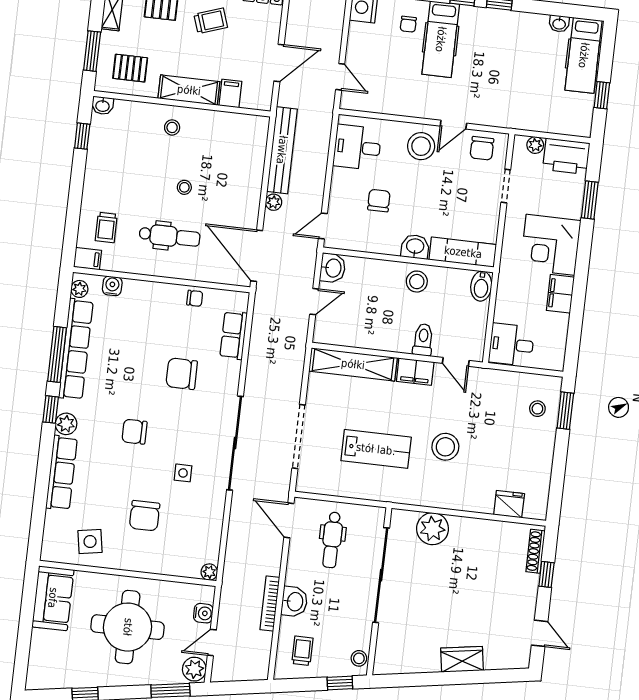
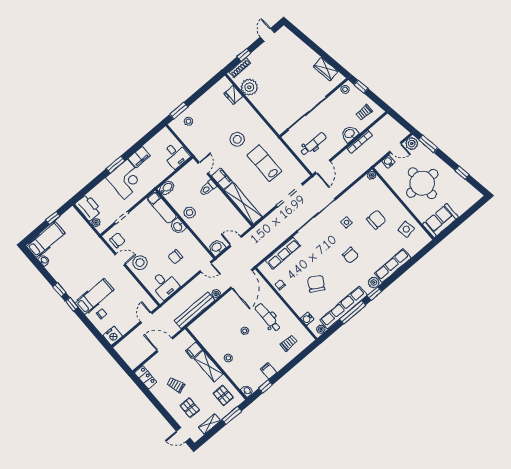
window: (590, 200) -> (115, 165), moved
filing cabinet: (87, 259) -> (268, 371), moved
row of seats: (234, 335) -> (283, 253), width x1.48
chair: (182, 374) -> (316, 284), moved, turned -149
plant: (433, 529) -> (249, 87), moved
wardrobe: (462, 659) -> (326, 69), moved

